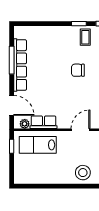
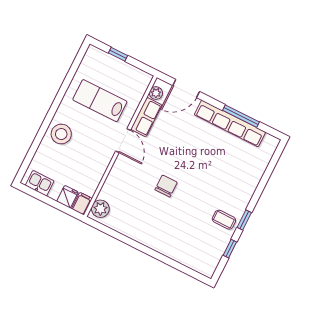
chair: (78, 70) -> (166, 186), moved
door: (81, 130) -> (123, 141), moved
lab bench: (38, 145) -> (100, 101), moved, turned -90
window: (12, 146) -> (118, 54), moved

